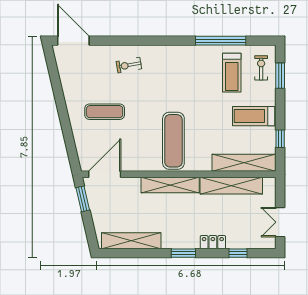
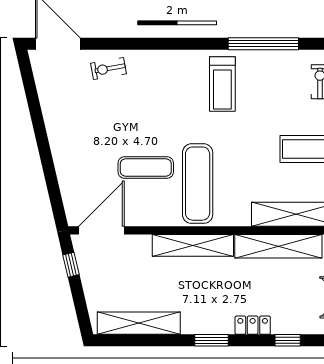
exercise bike: (129, 65) -> (108, 69), moved
treadmill: (232, 73) -> (222, 84), moved
exercise mat: (105, 112) -> (146, 167), moved
window: (83, 199) -> (71, 265), width x0.67

